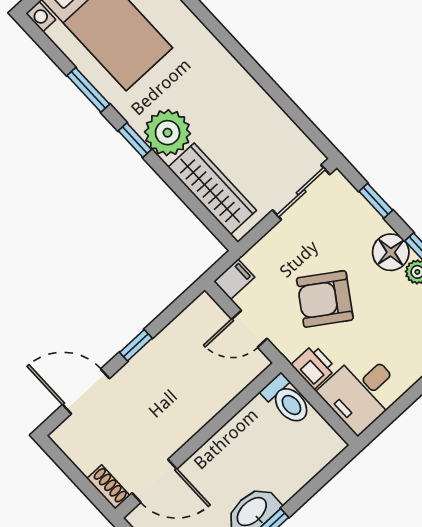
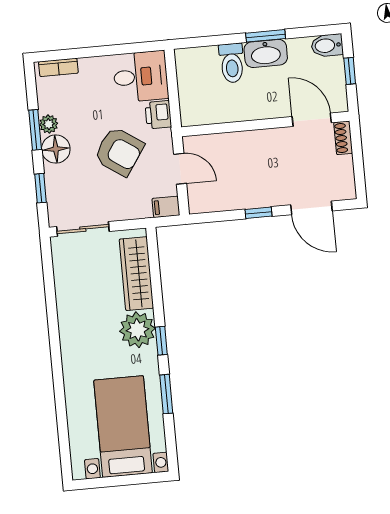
toilet: (287, 400) -> (232, 63), moved, turned 180

